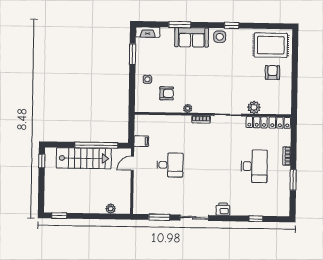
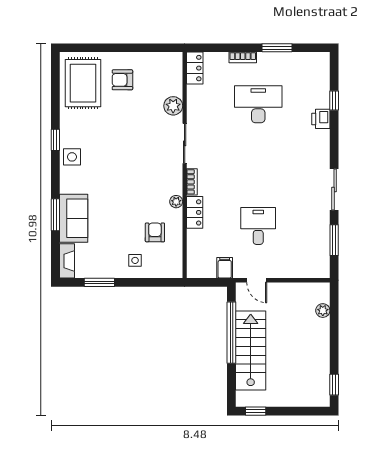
sofa: (192, 37) -> (74, 218), moved
locker: (257, 122) -> (195, 212), moved
printer: (223, 209) -> (321, 119), moved

